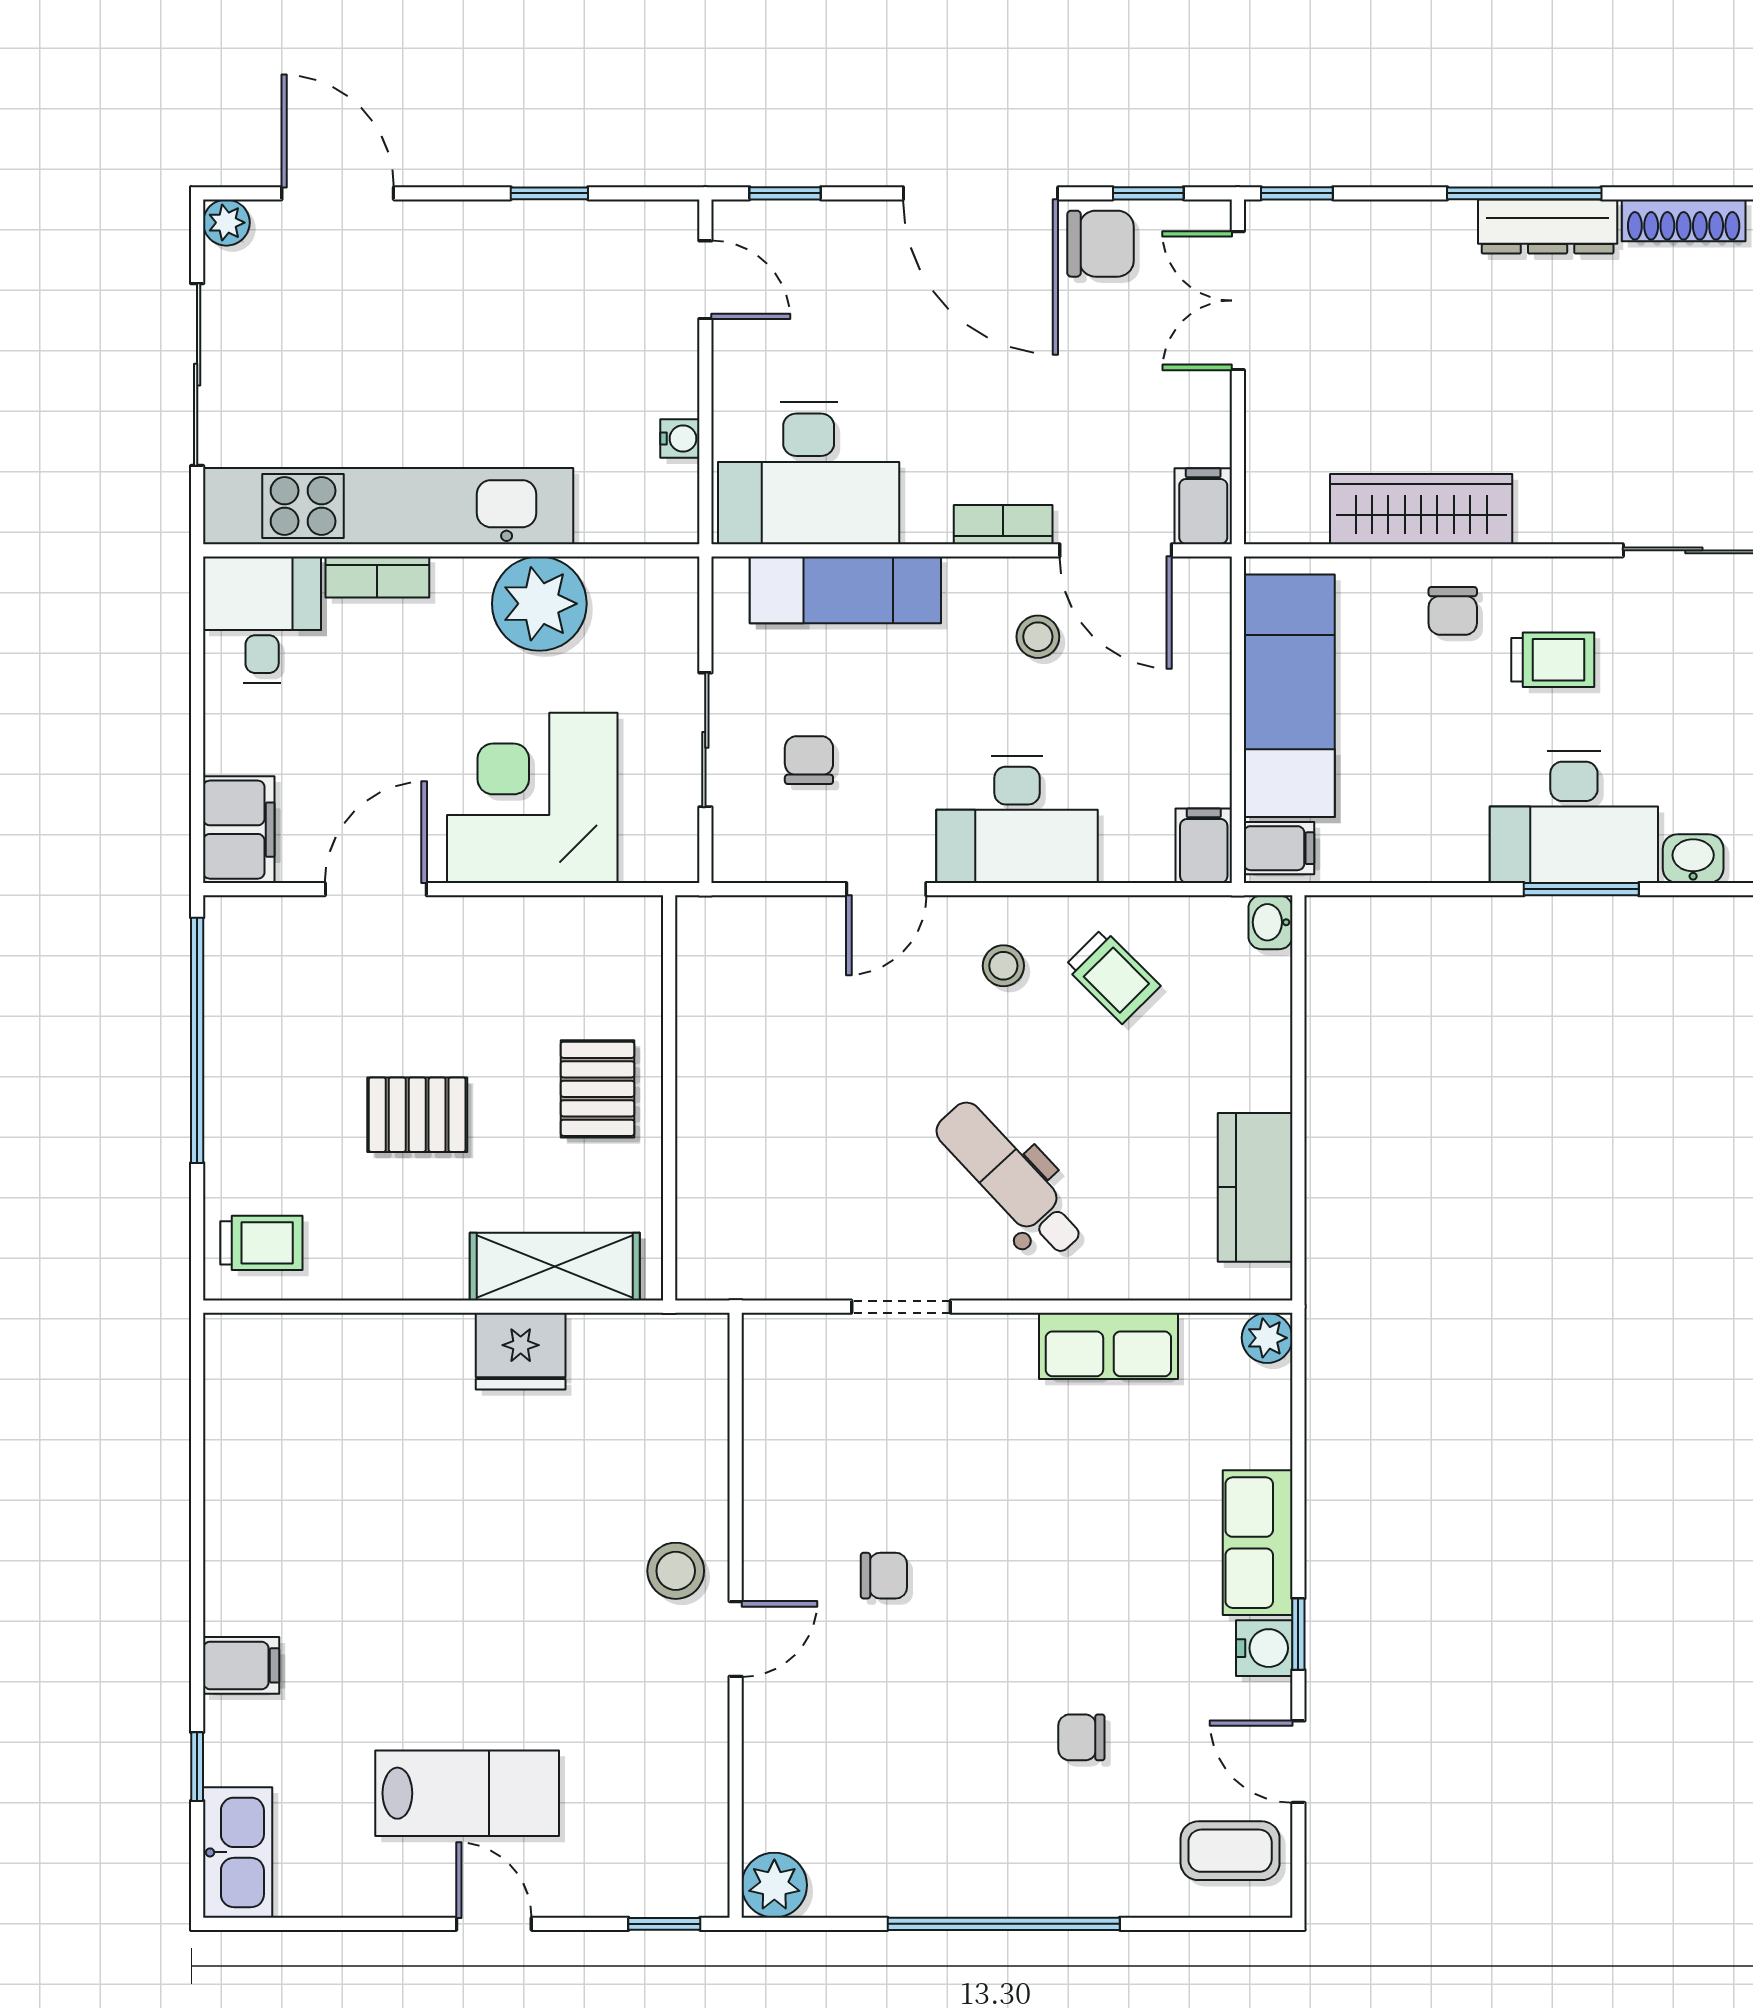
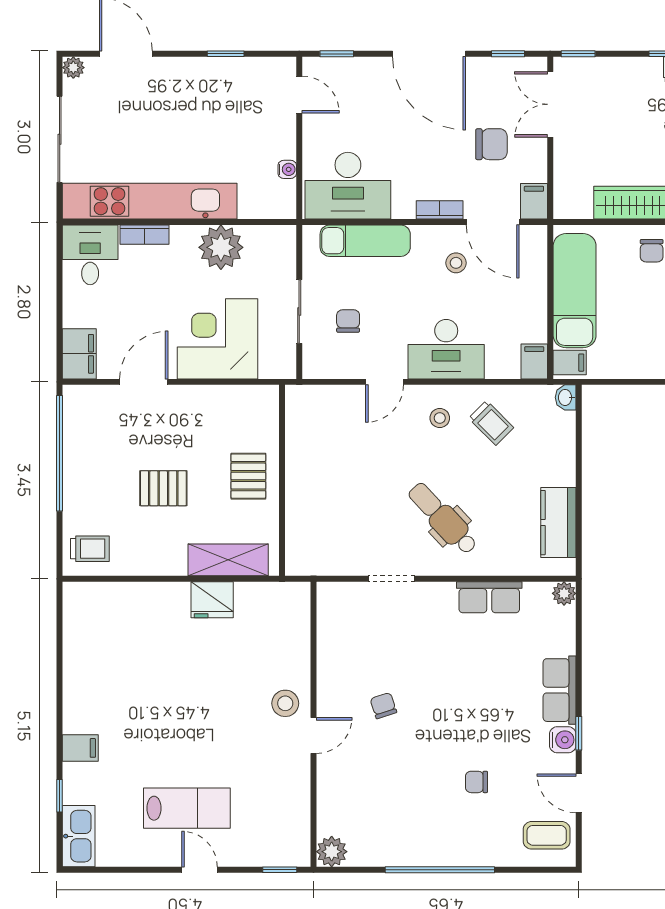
chair: (1101, 244) -> (491, 144), moved
chair: (884, 1576) -> (383, 706), turned -108

